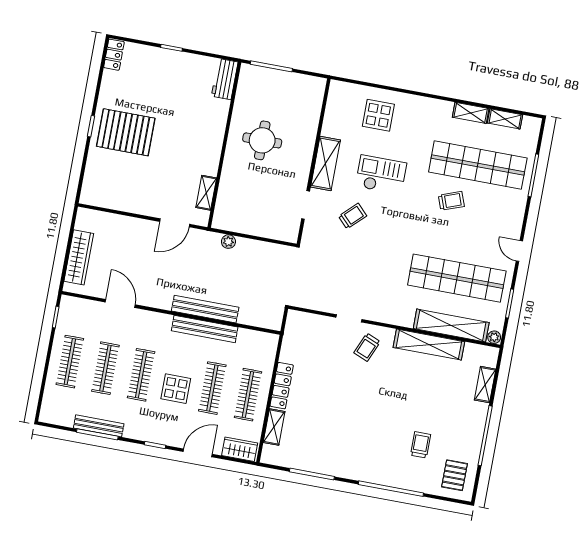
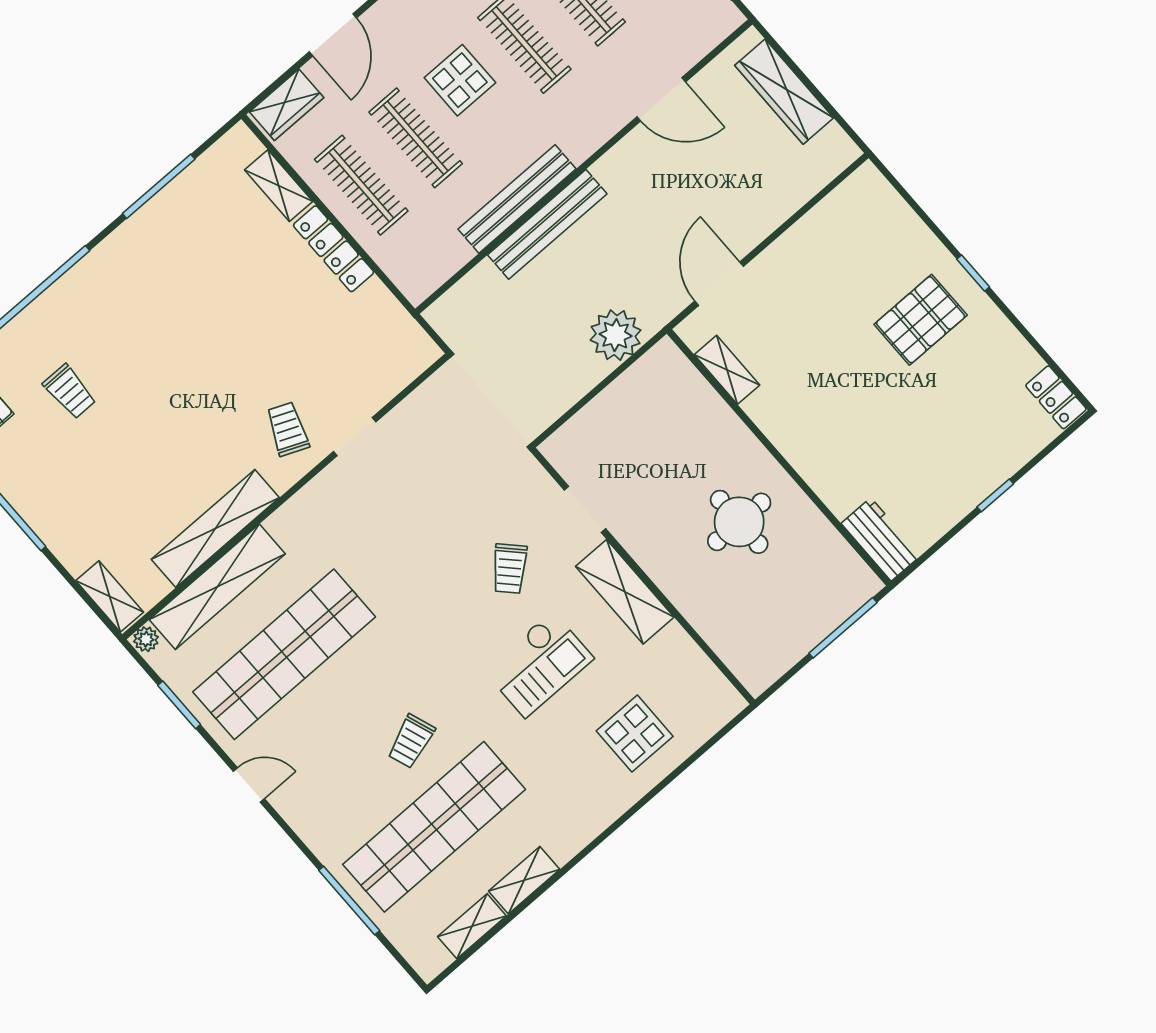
pallet: (126, 132) -> (921, 320), width x0.73, depth x0.71
plant: (228, 242) -> (616, 335), width x1.88, depth x1.88
shelving: (485, 385) -> (110, 596), moved

